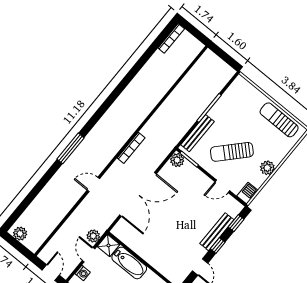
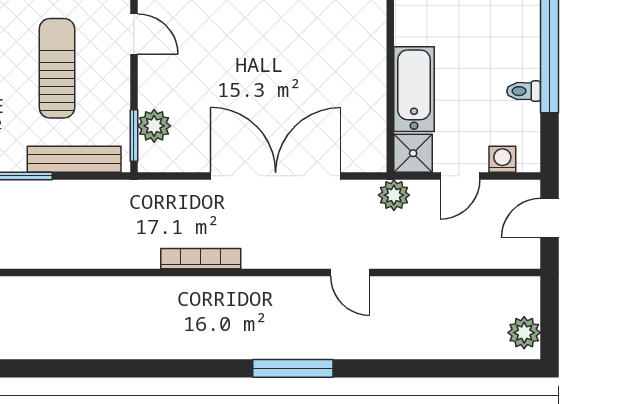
sun lounger: (232, 152) -> (57, 68), turned -133
plant: (177, 160) -> (154, 126), moved
door: (93, 184) -> (350, 272), moved
plant: (93, 236) -> (394, 195), moved

